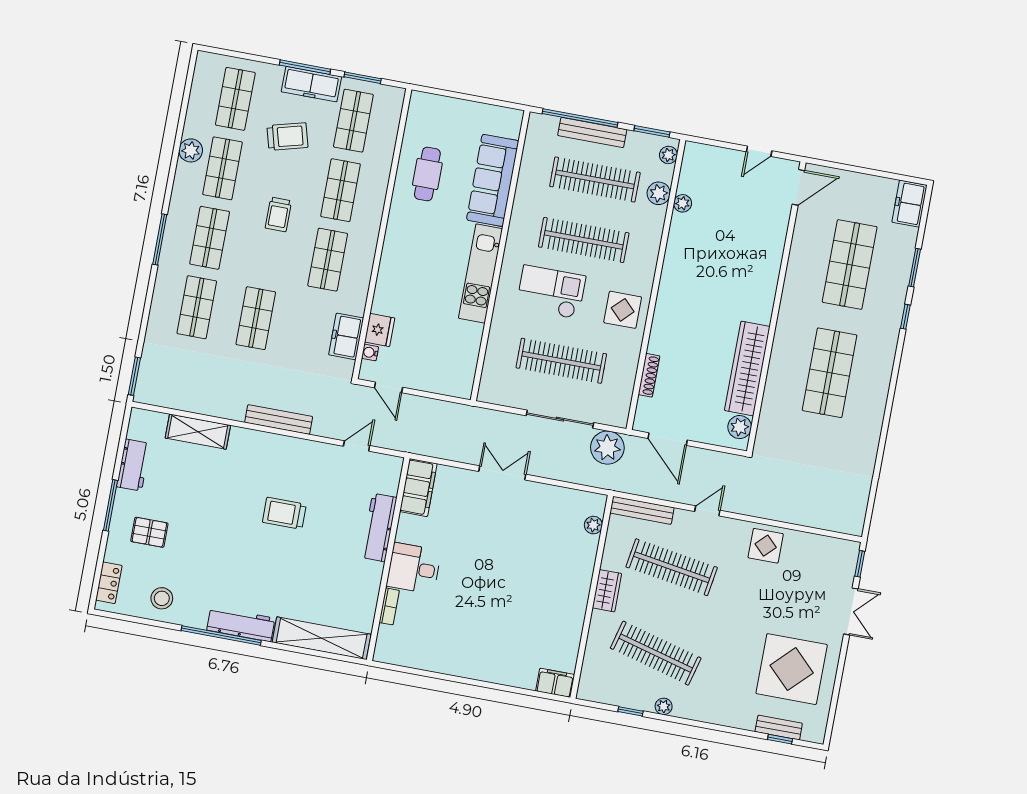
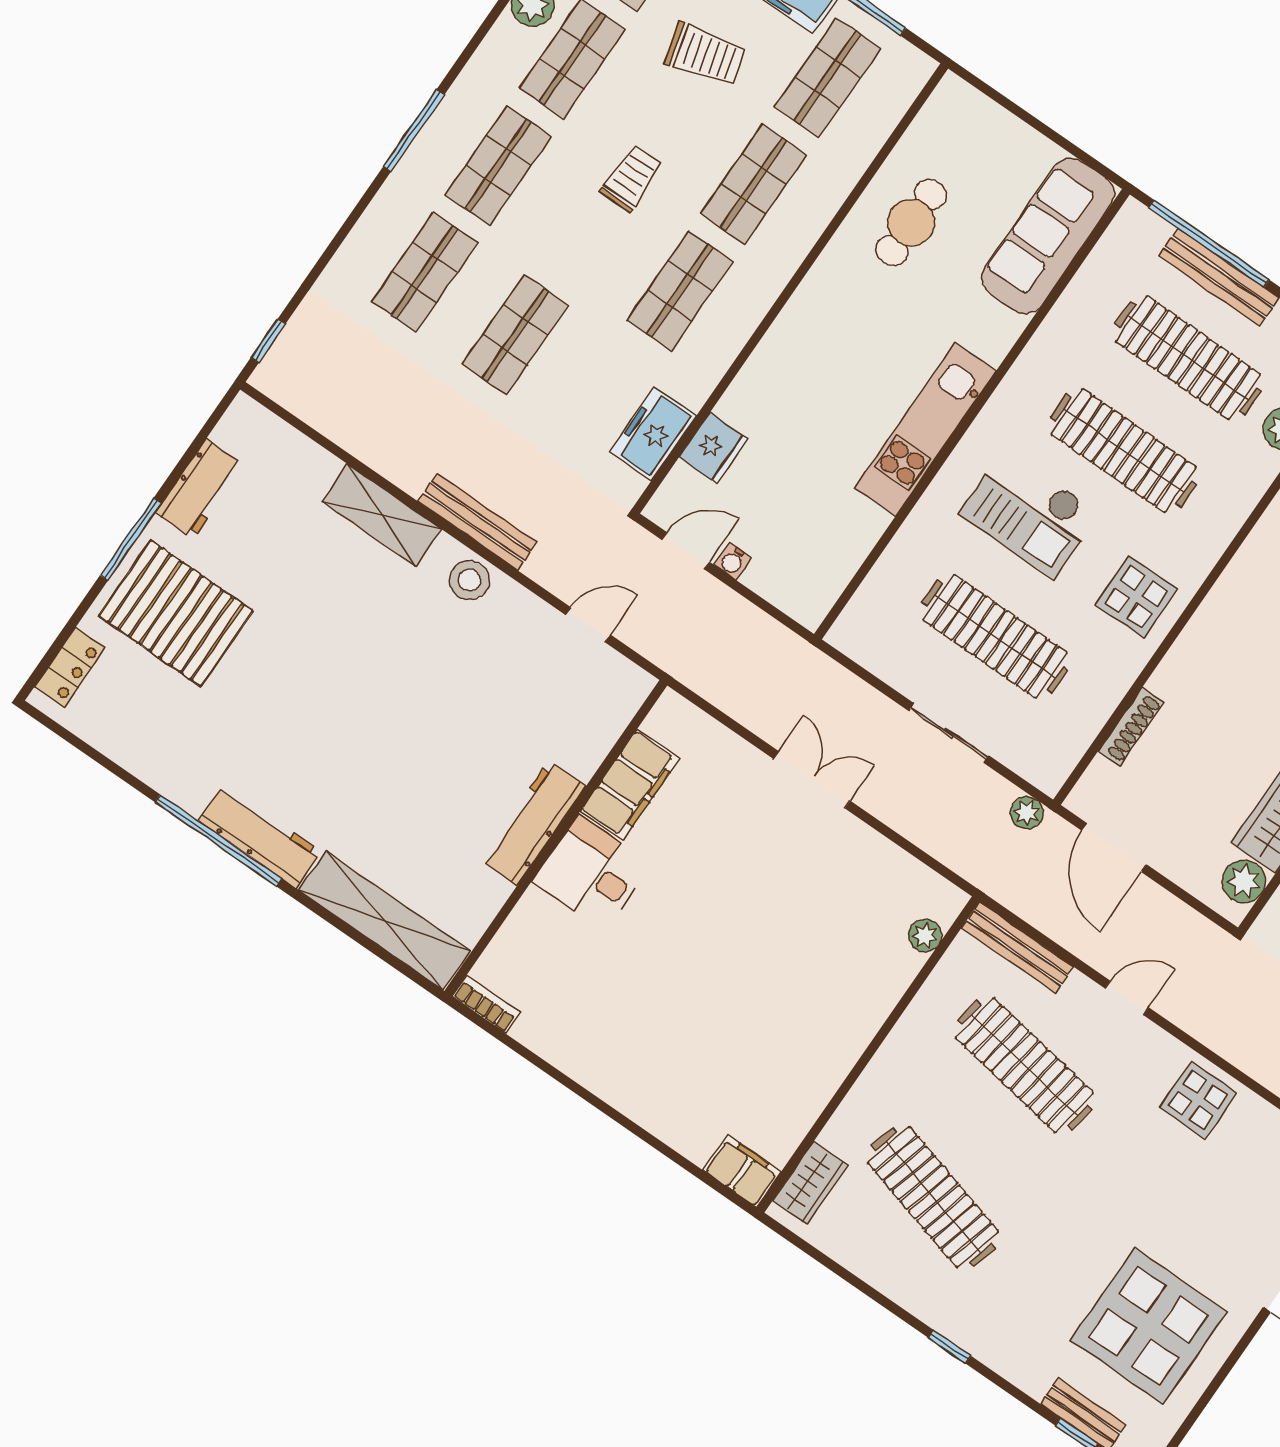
sofa: (493, 180) -> (1048, 236), moved
trolley: (278, 214) -> (631, 178), turned 180
checkout: (551, 292) -> (1029, 513), turned 180
water cooler: (370, 352) -> (733, 561), moved, turned -90
window: (134, 376) -> (268, 341), width x0.67
door: (389, 387) -> (686, 551), swing flipped
sliding door: (560, 419) -> (949, 733), width x0.73
shelving: (198, 432) -> (382, 515), moved
plant: (607, 448) -> (1027, 813), width x0.53, depth x0.53
filing cabinet: (418, 488) -> (630, 785), moved
trolley: (284, 513) -> (416, 683), removed
workbench: (379, 527) -> (533, 823), moved
pallet: (149, 532) -> (176, 613), width x2.05, depth x2.00
wardrobe: (607, 591) -> (810, 1183), moved
stool: (162, 598) -> (469, 580), moved
bookcase: (389, 606) -> (486, 1004), moved, turned -90
plant: (664, 706) -> (906, 1292), removed
window: (630, 711) -> (949, 1347), moved

